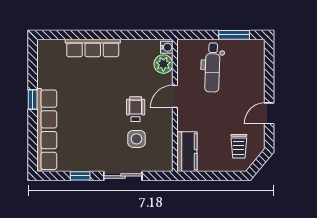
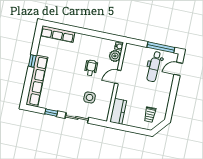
window: (234, 35) -> (161, 47), width x1.44
row of seats: (93, 48) -> (58, 34), moved
dental chair: (212, 67) -> (154, 67), moved
wheelchair: (136, 109) -> (91, 68), moved
door: (269, 113) -> (178, 69), moved

